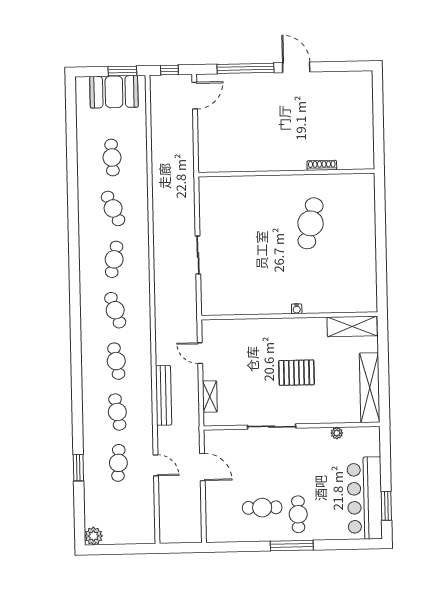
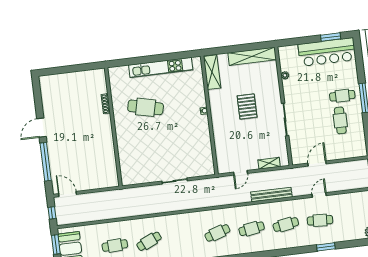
kitchen unit: (367, 252) -> (161, 68), added
cafe table: (114, 259) -> (183, 237), removed

